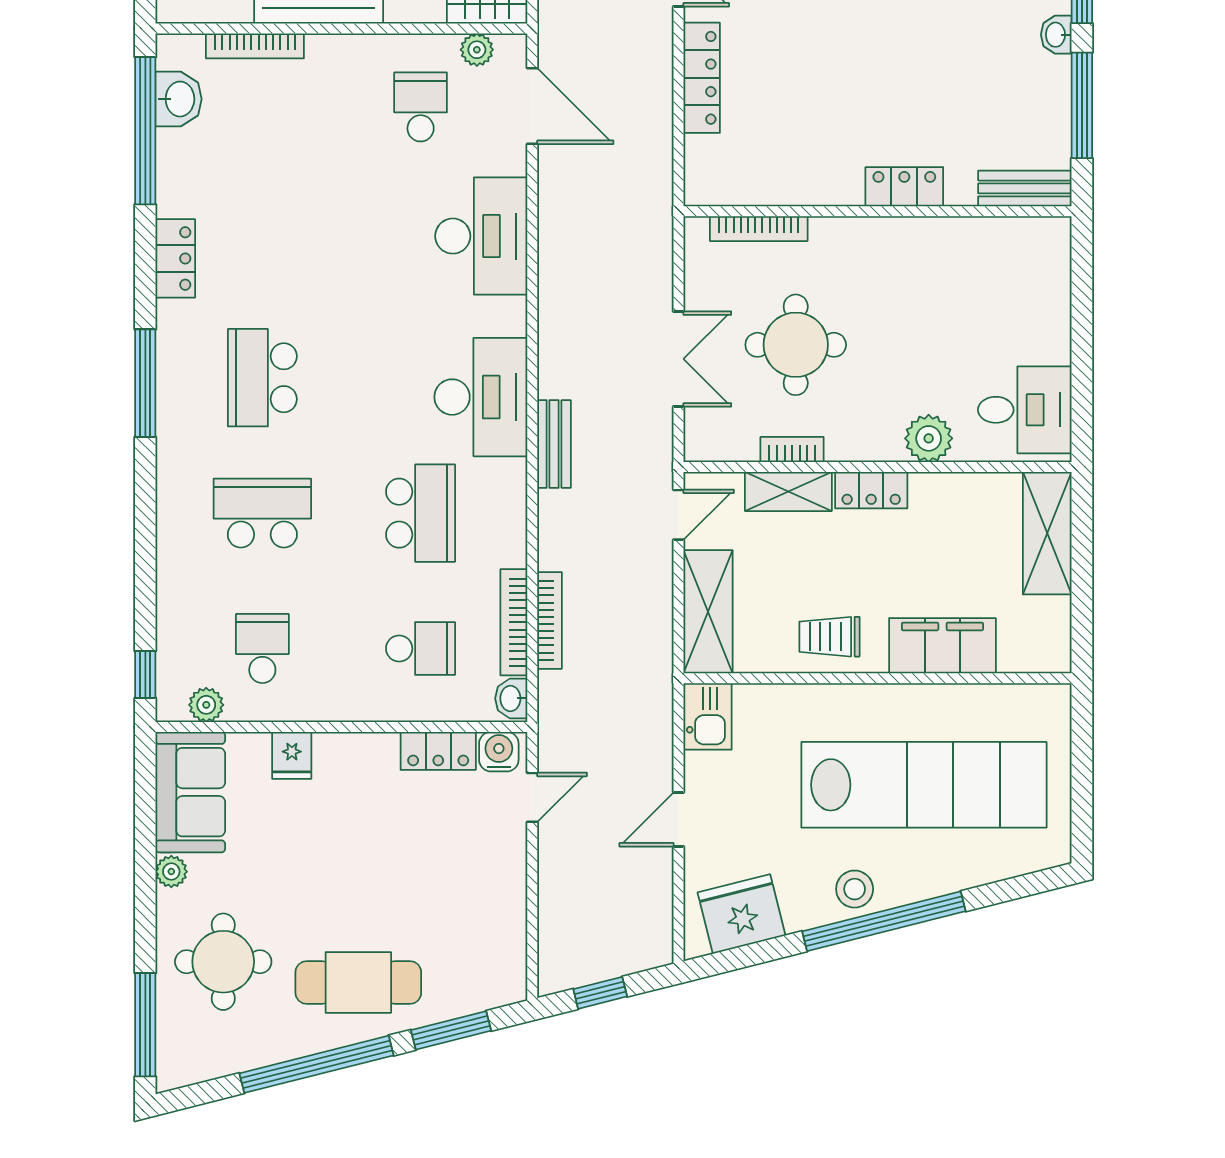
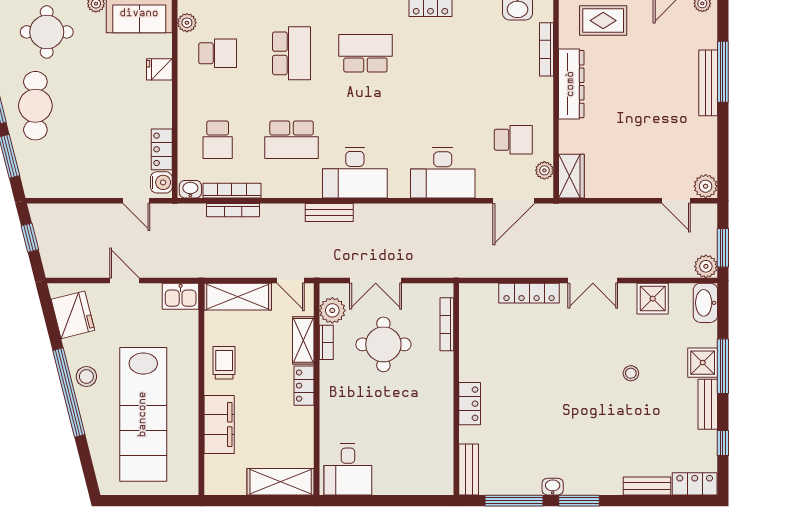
plant: (929, 438) -> (332, 310), moved

